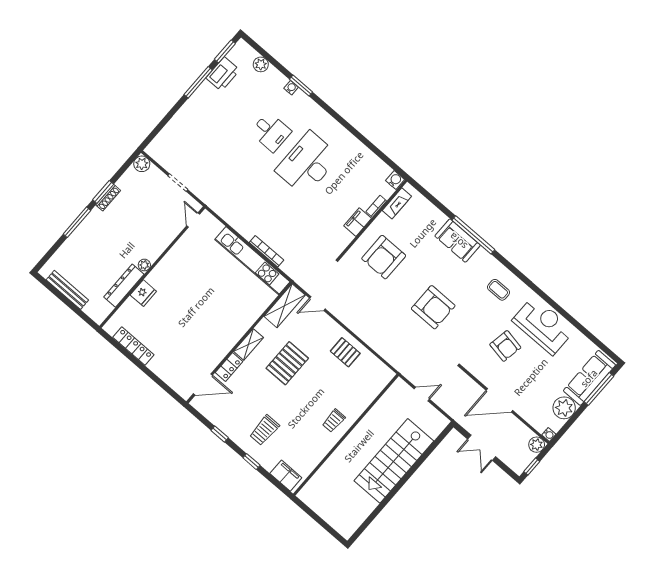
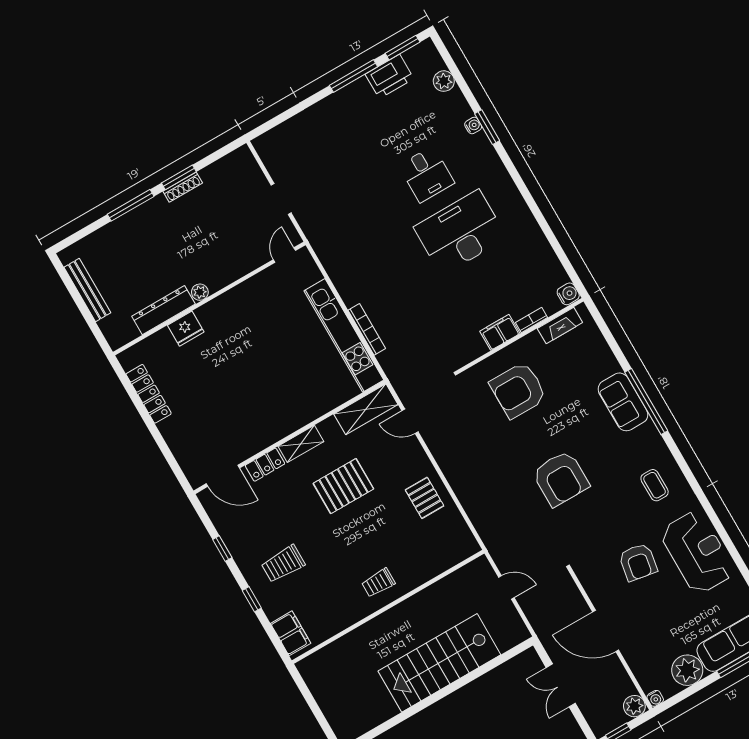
plant: (142, 164) -> (242, 158), removed

